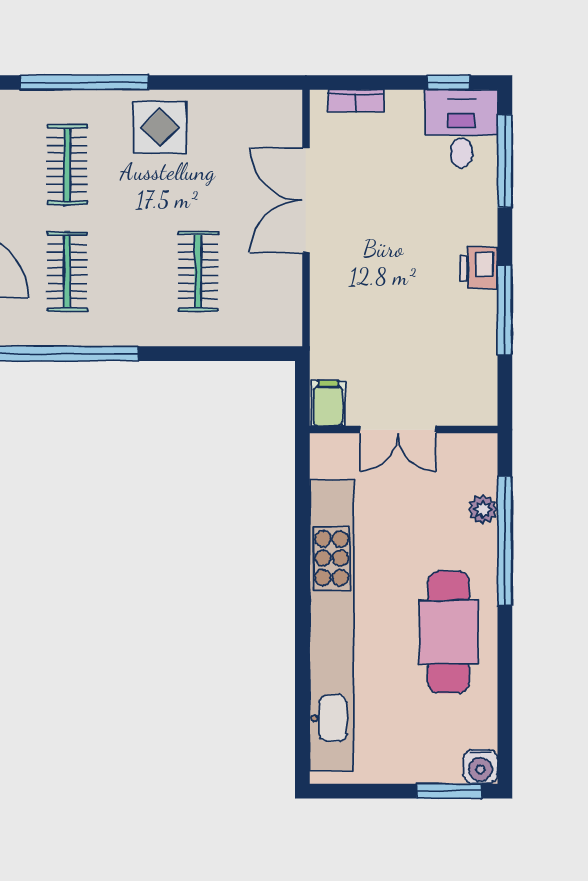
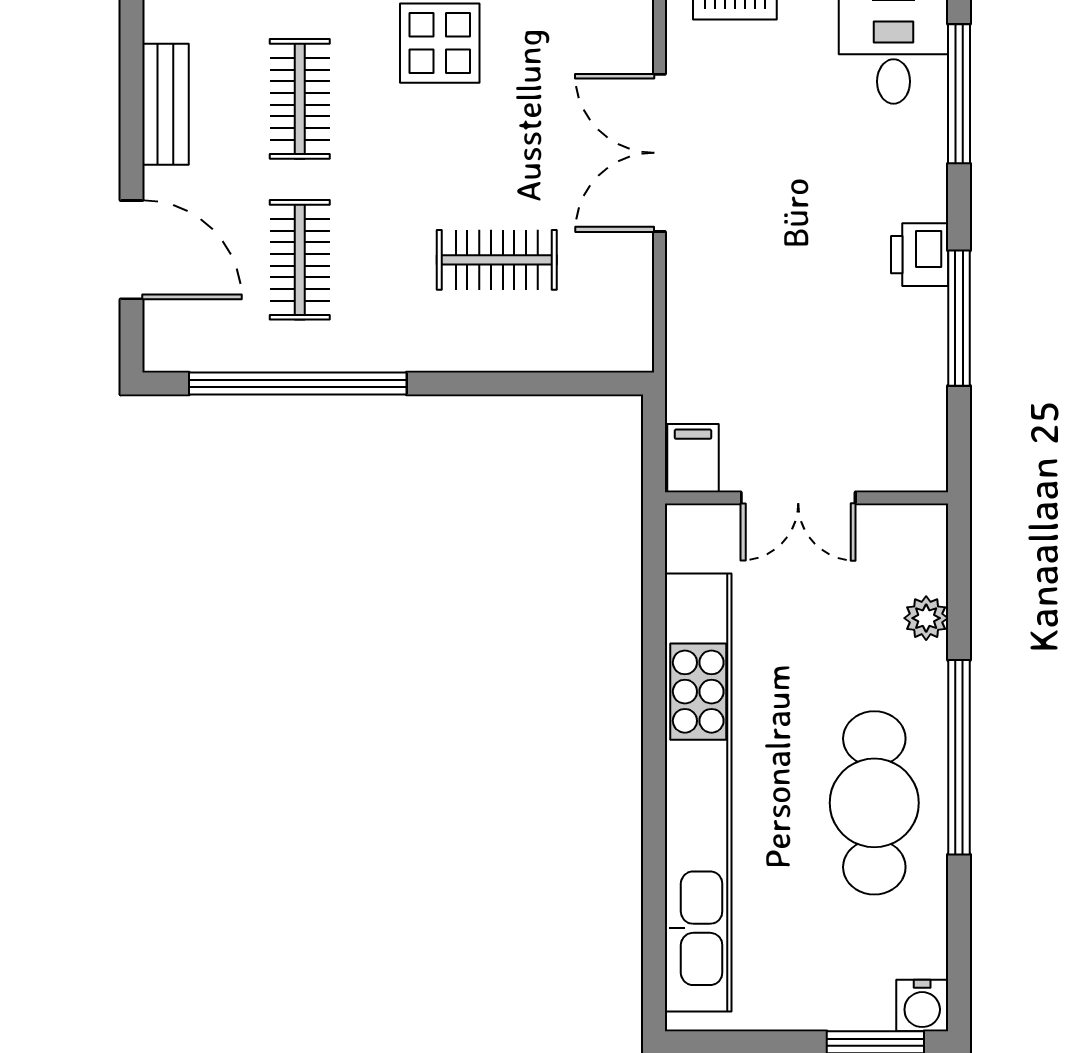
clothes rail: (198, 272) -> (497, 260), turned 90
window: (505, 541) -> (959, 757), moved

